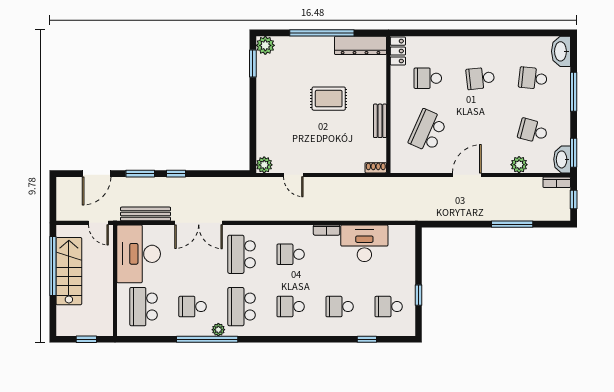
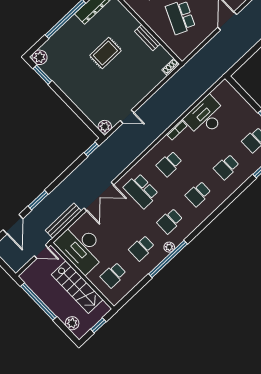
window: (176, 174) -> (91, 149), moved
stairs: (69, 271) -> (77, 287), moved, turned 180
school desk: (144, 307) -> (113, 275), width x0.54
school desk: (242, 307) -> (170, 221), width x0.54
plant: (65, 315) -> (72, 323), added

